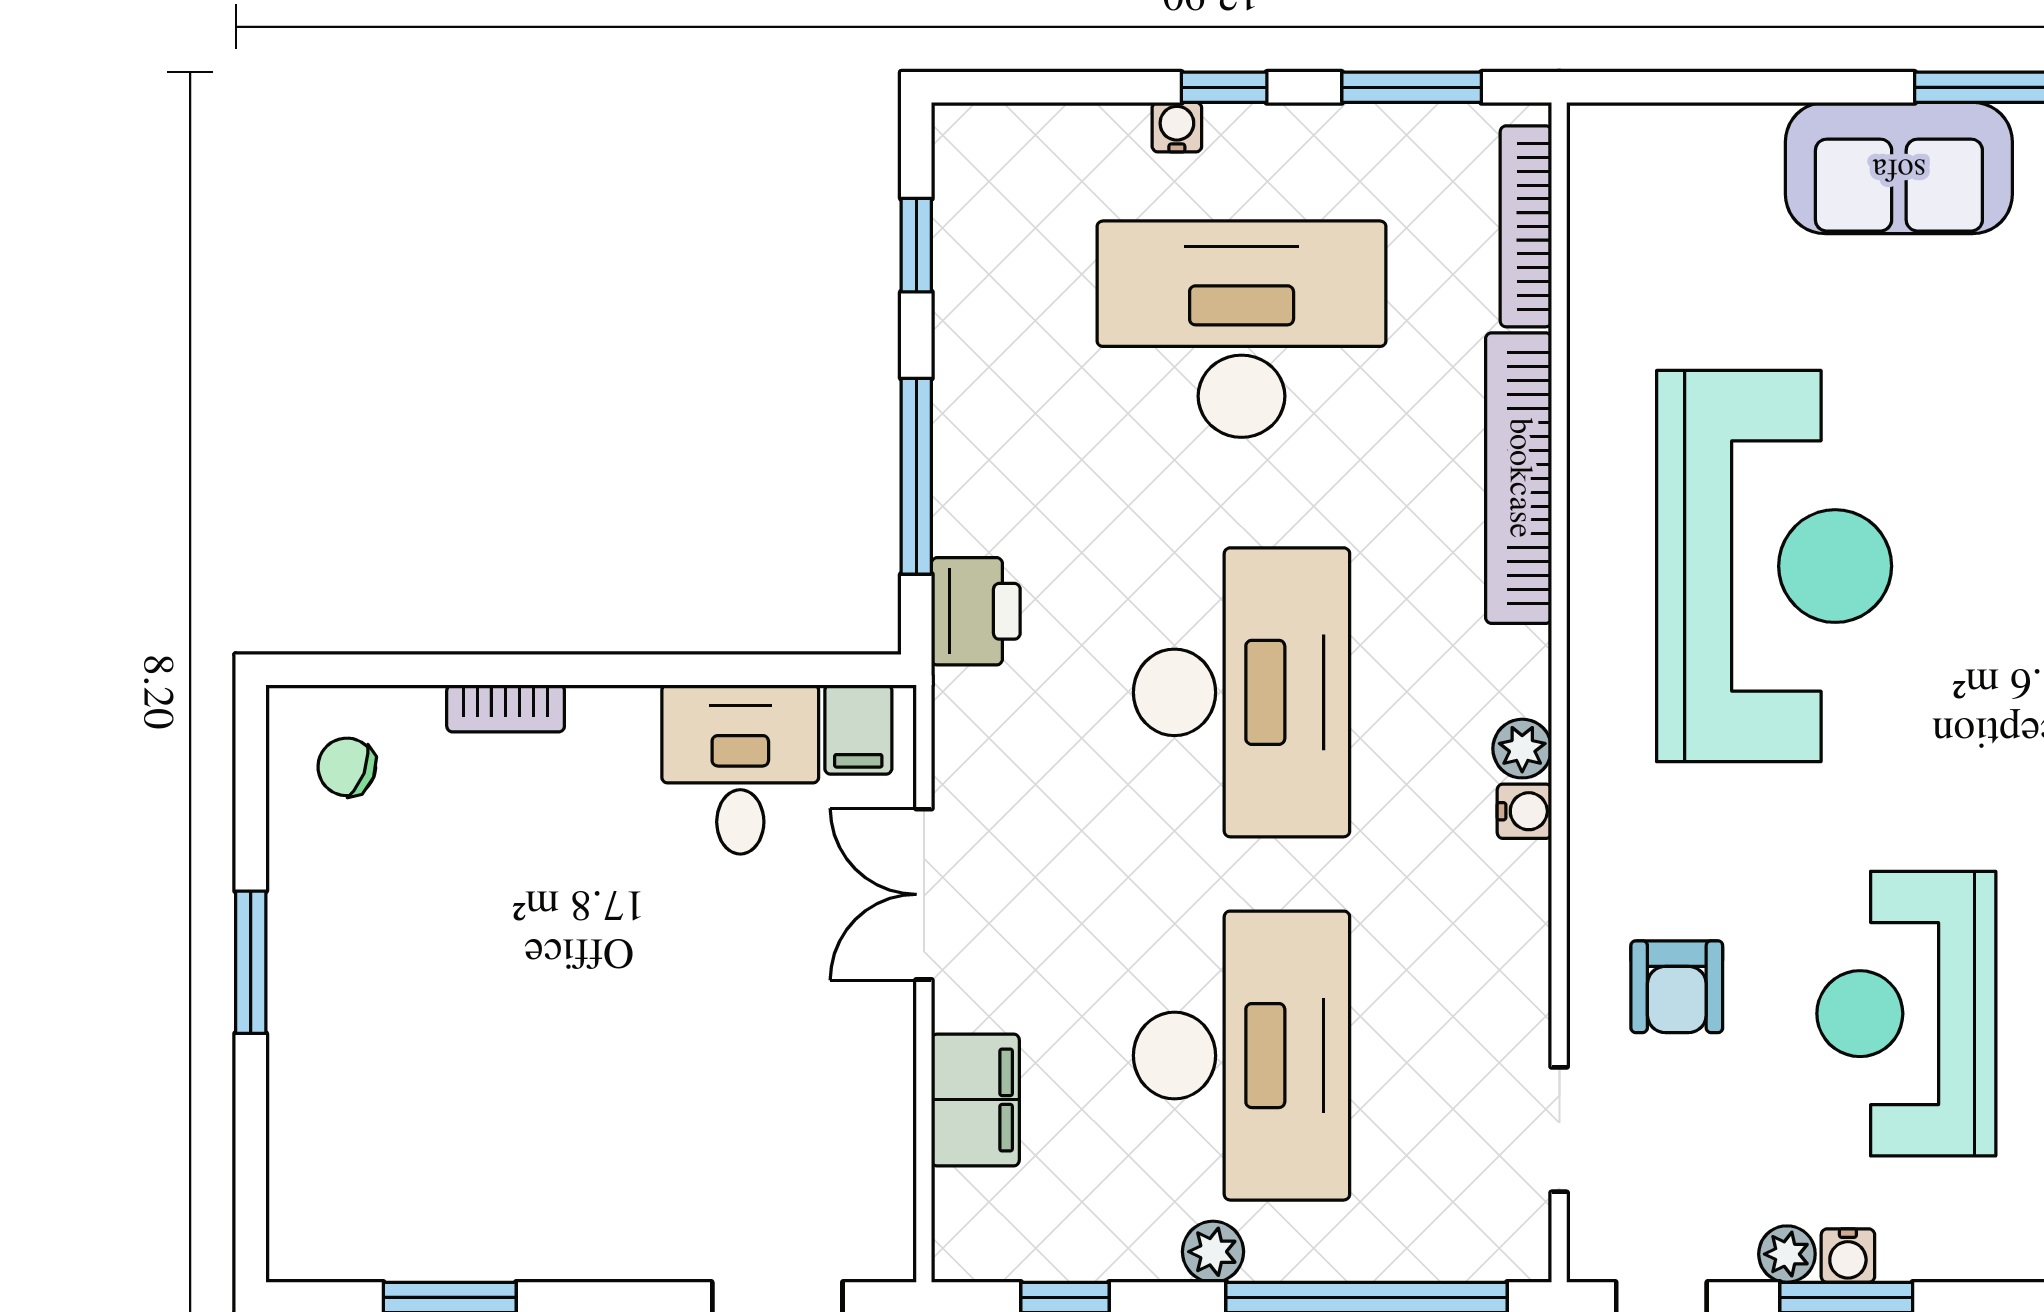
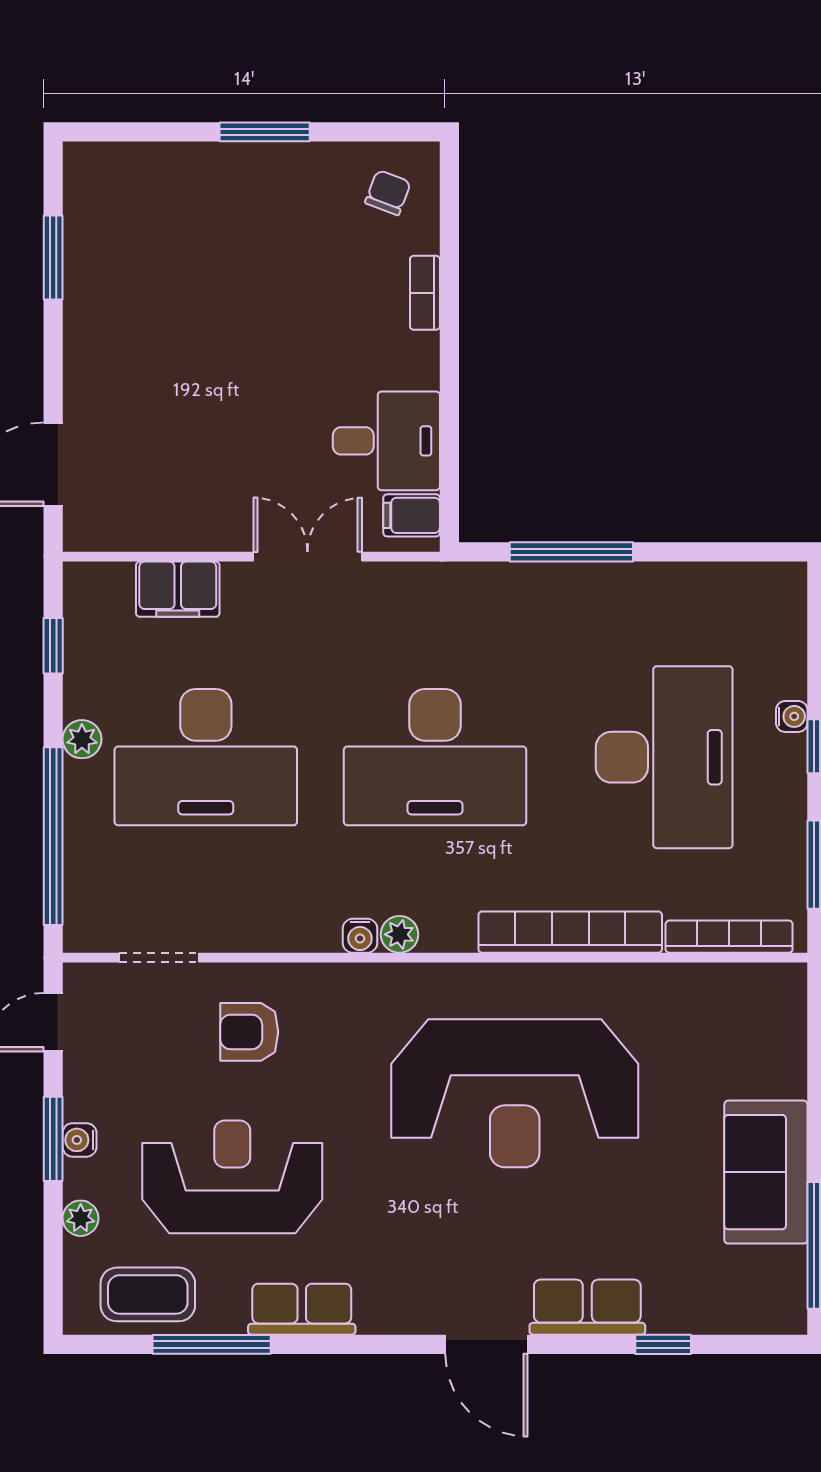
window: (916, 245) -> (717, 552), removed
printer: (976, 611) -> (486, 589), removed
plant: (1787, 1254) -> (81, 1218), moved

